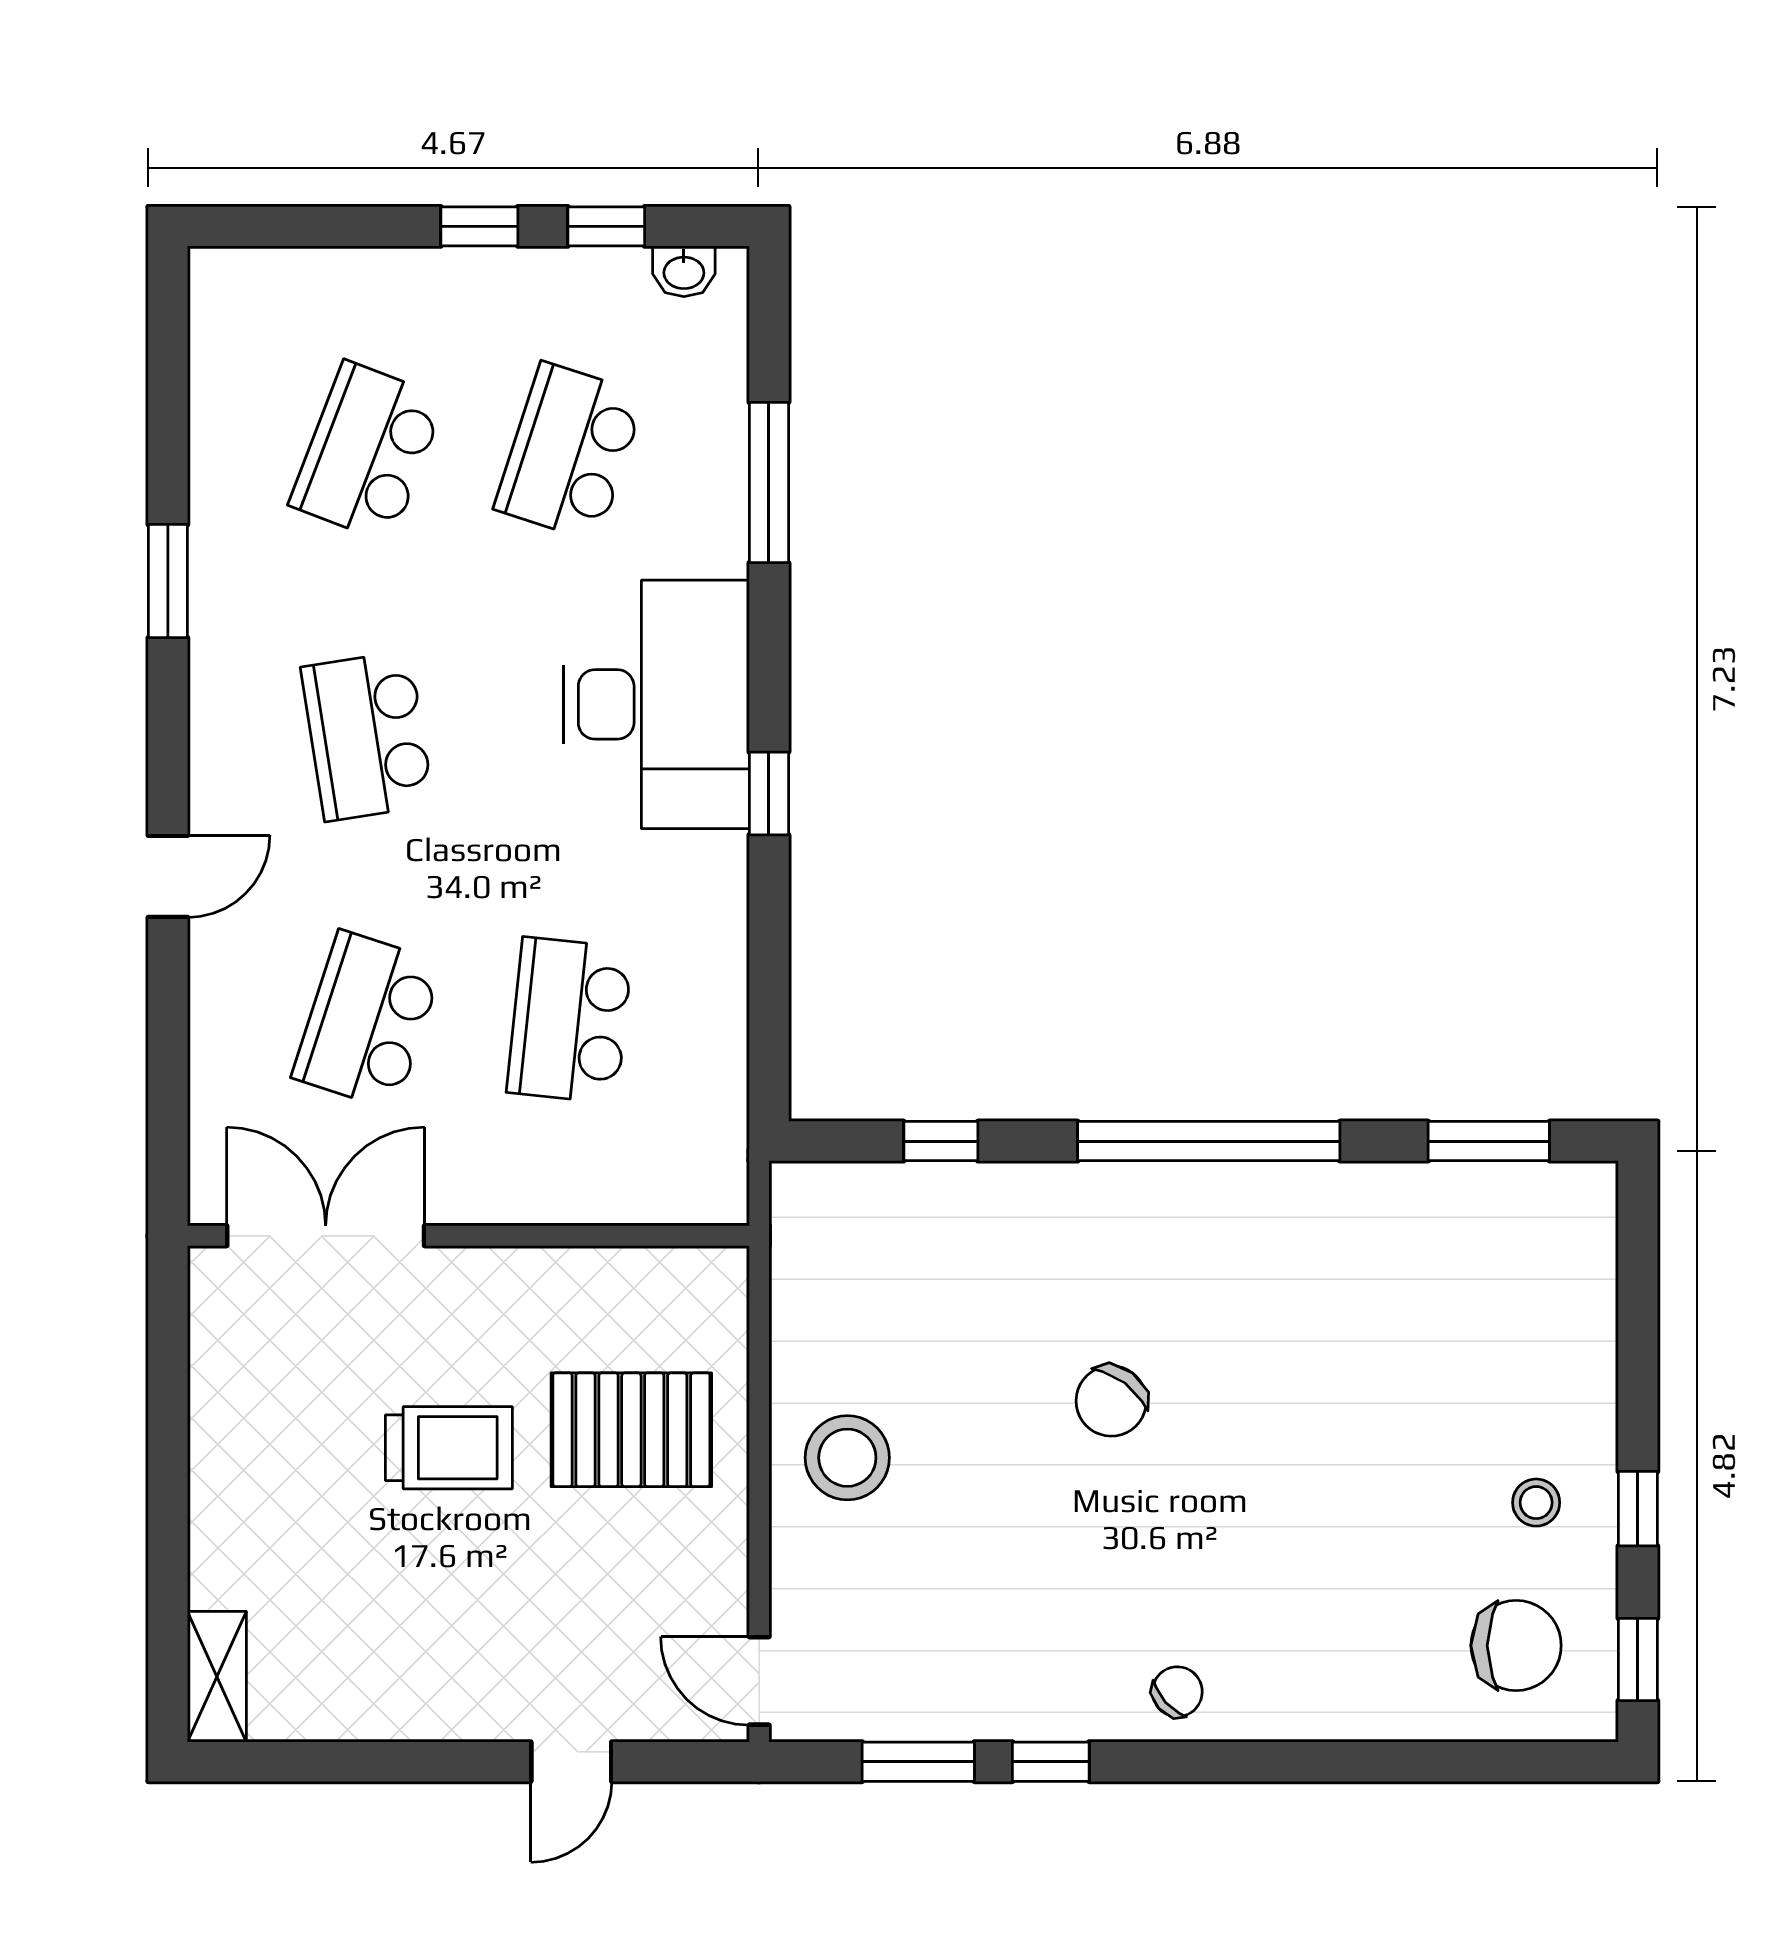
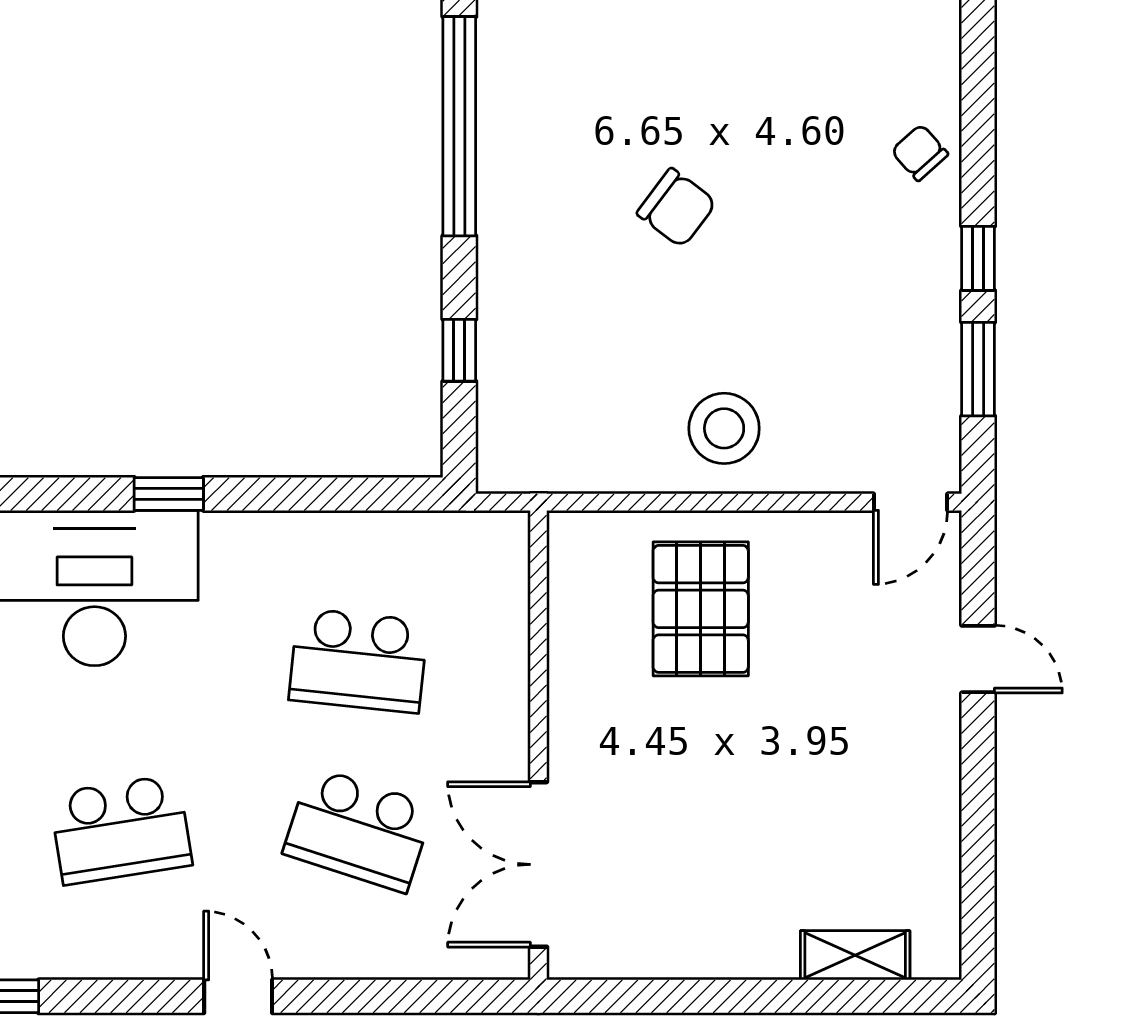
trolley: (449, 1448) -> (716, 761), removed
shelving: (217, 1677) -> (855, 955), moved

